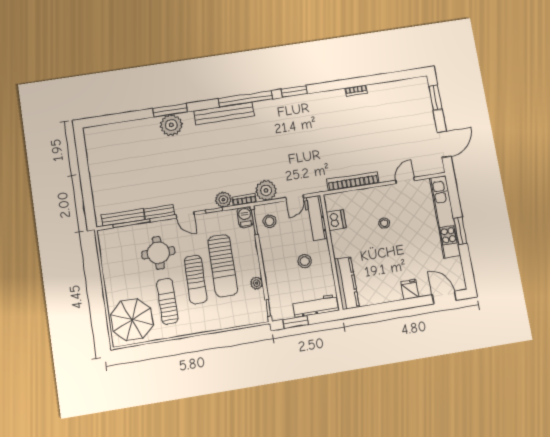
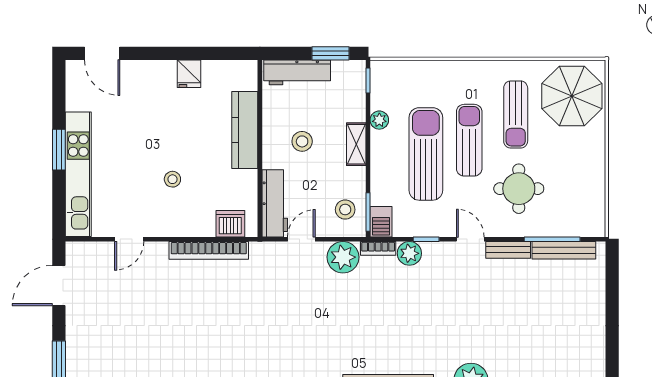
dishwasher: (336, 220) -> (230, 224), moved, turned 90
shelving: (269, 265) -> (356, 144), added
kitchen counter: (347, 283) -> (245, 130), moved
fridge: (410, 289) -> (189, 74), moved

